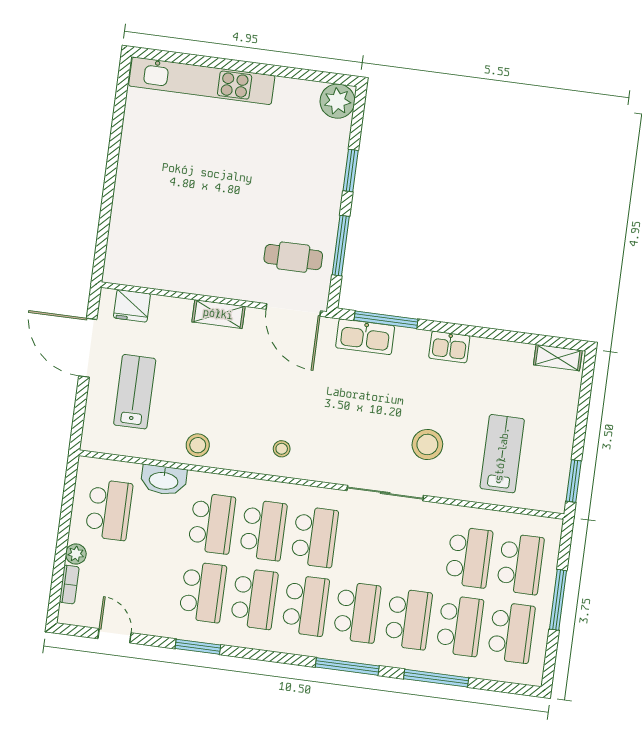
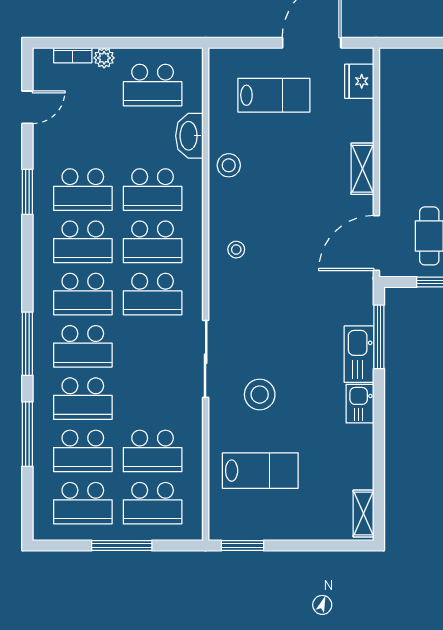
kitchen sink: (365, 337) -> (359, 354), moved

